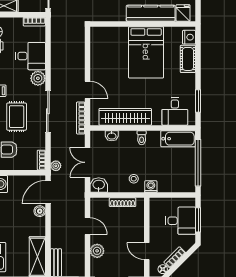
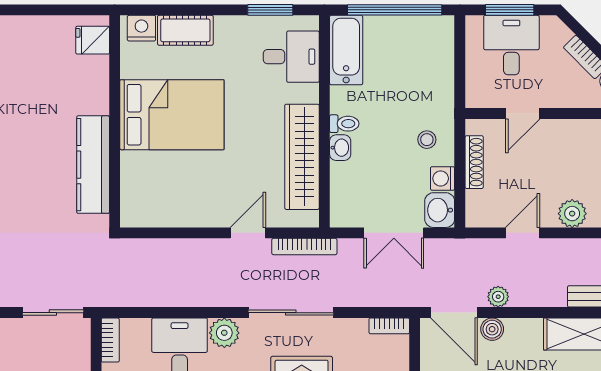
kitchen counter: (151, 13) -> (93, 165), moved
washbasin: (112, 136) -> (340, 148), moved
plant: (56, 166) -> (498, 297), moved
washing machine: (151, 187) -> (443, 178), moved
door: (147, 251) -> (523, 113), moved

